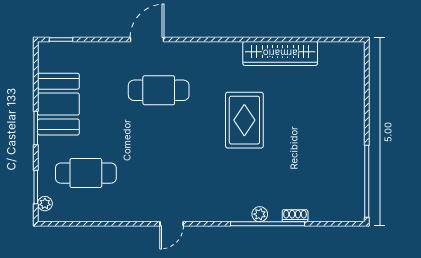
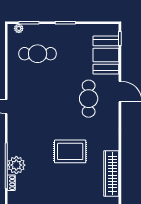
booth: (58, 104) -> (106, 55), moved, turned 90
cafe table: (86, 173) -> (38, 54), turned 90
plant: (260, 214) -> (16, 165), width x1.88, depth x1.88

